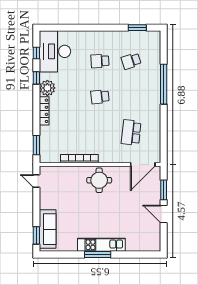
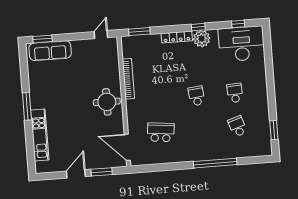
window: (36, 78) -> (198, 27), moved
kitchen unit: (101, 245) -> (40, 135), moved

